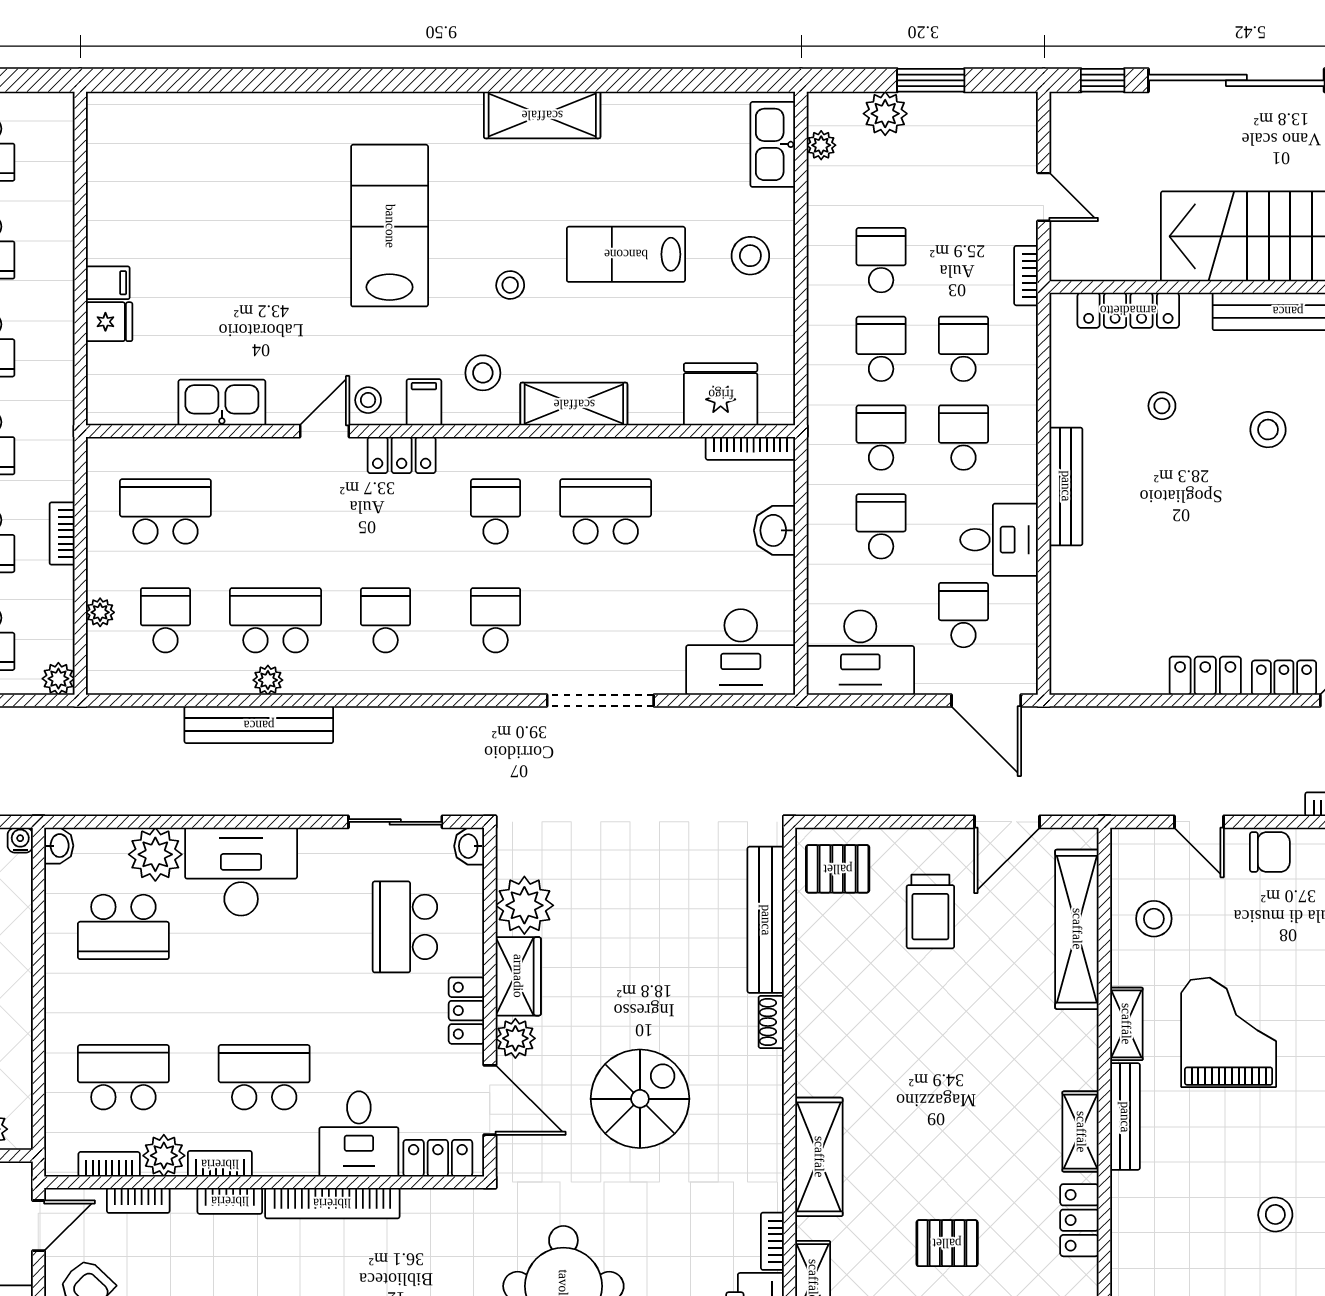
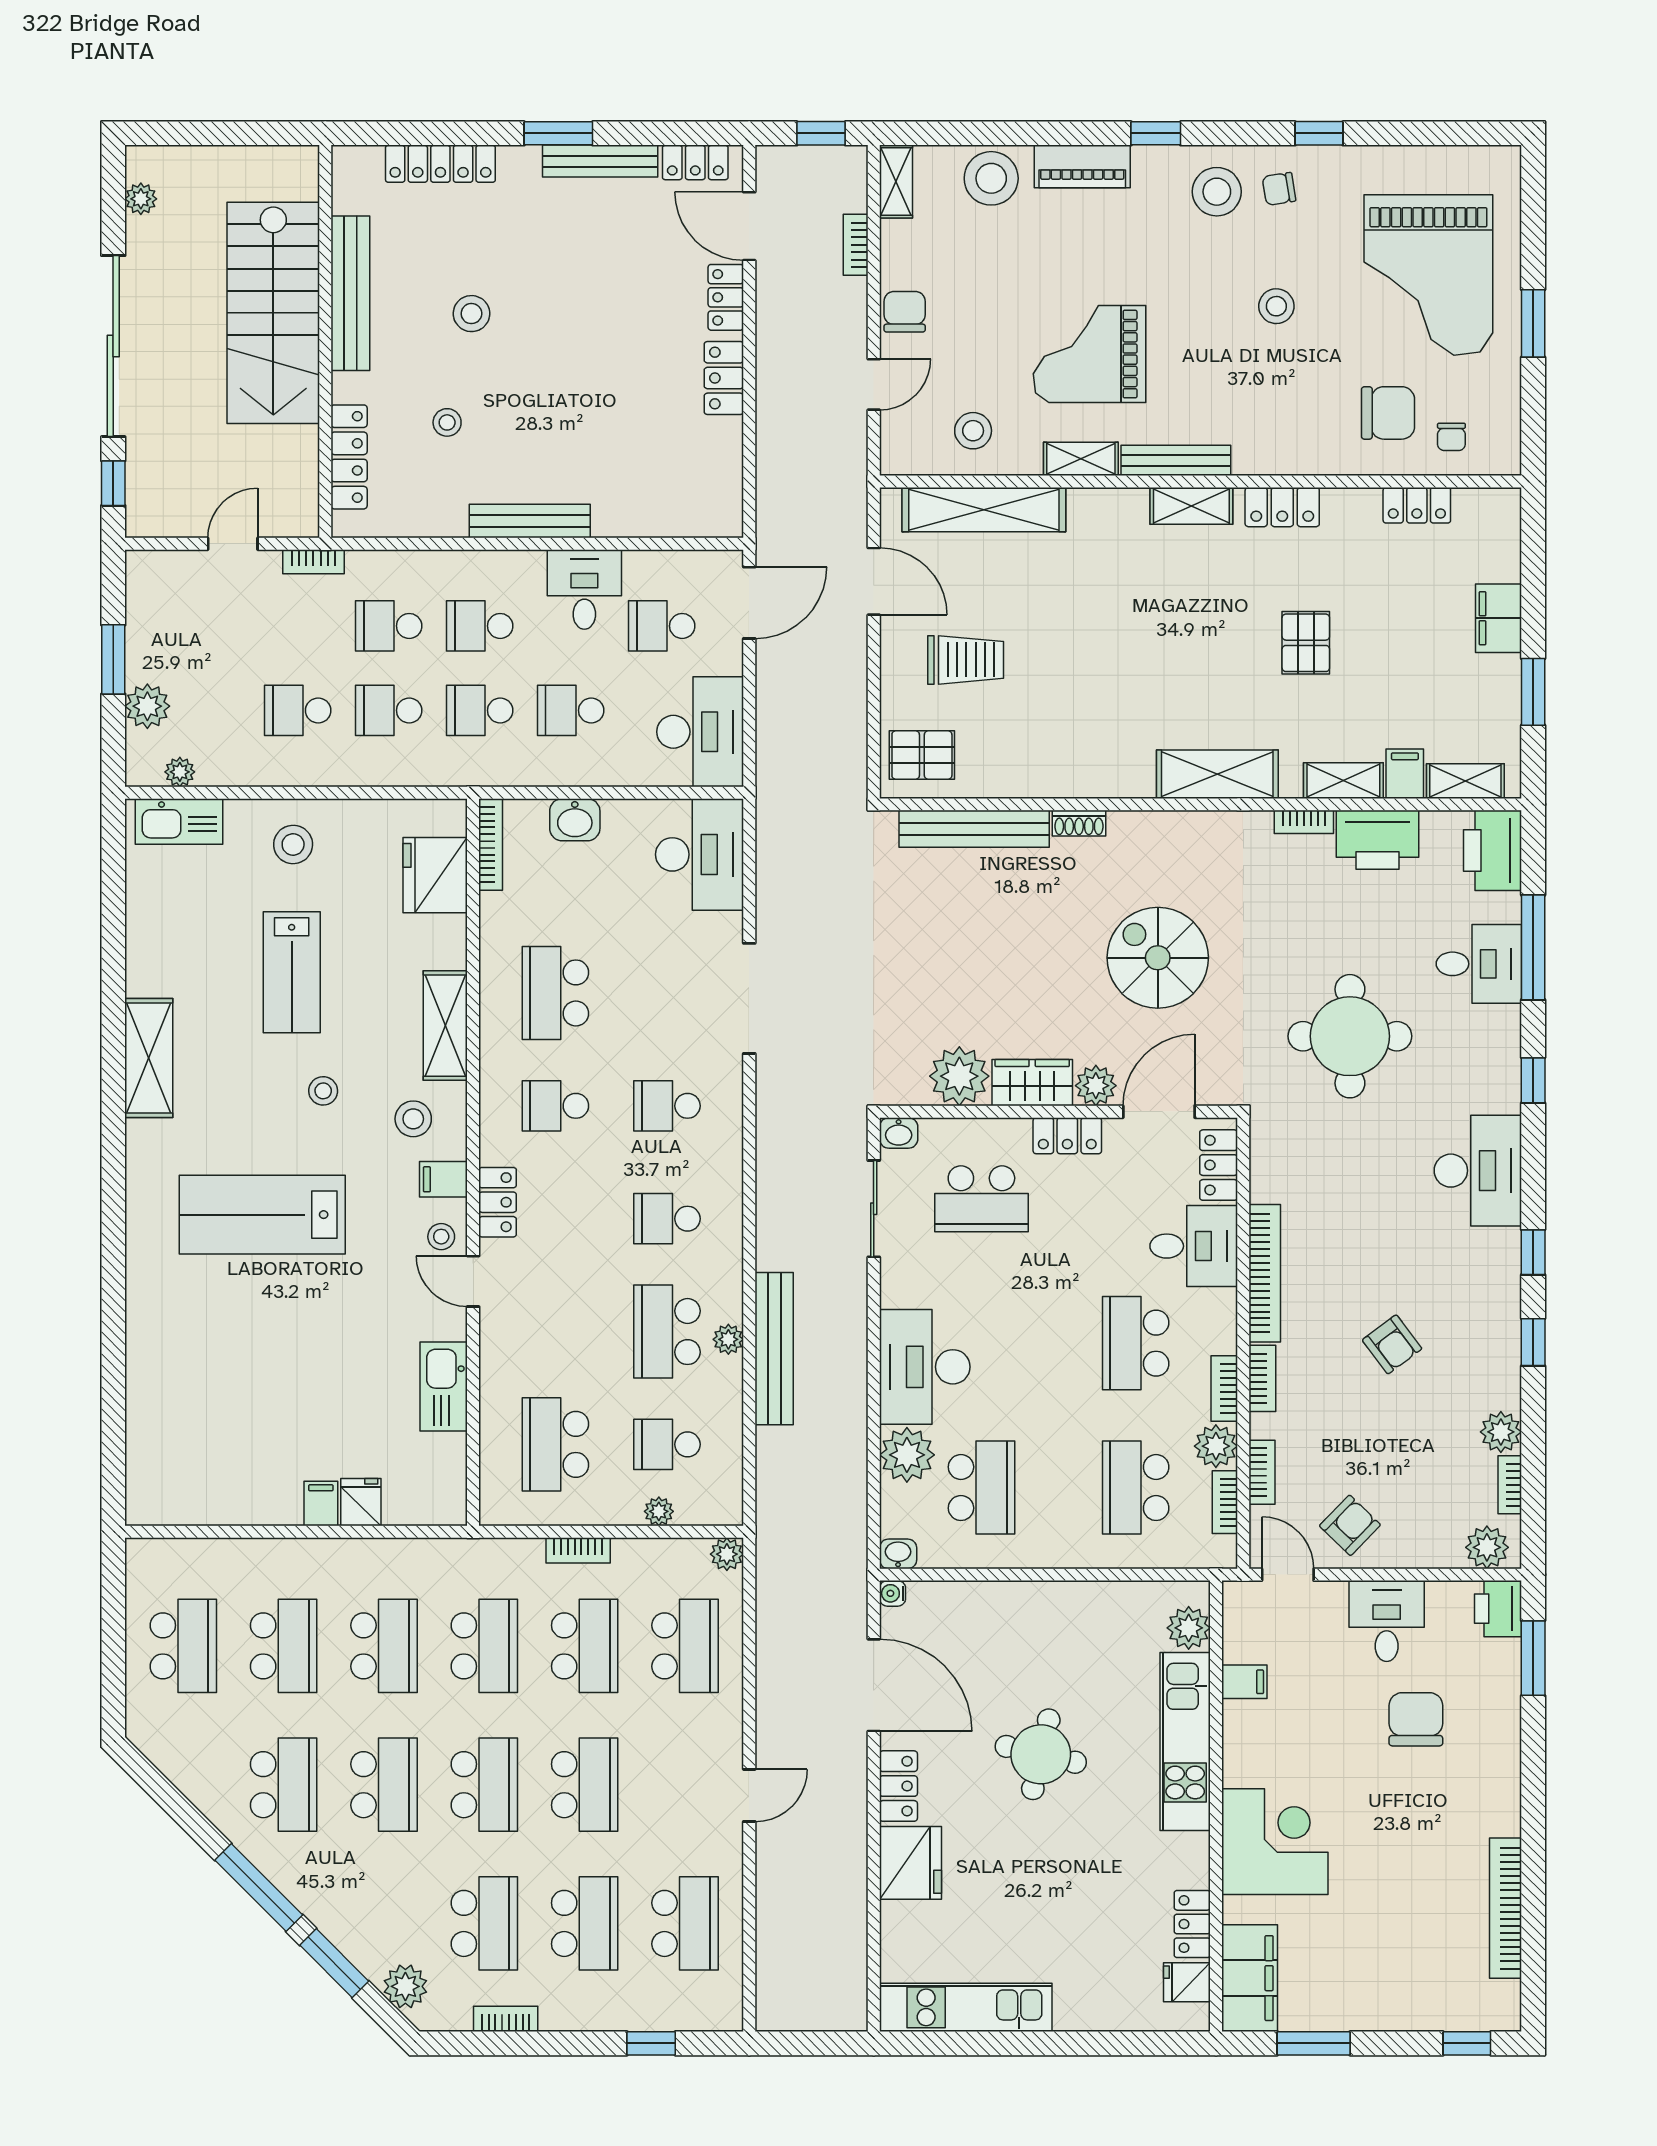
pallet: (838, 869) -> (922, 755), turned 90

